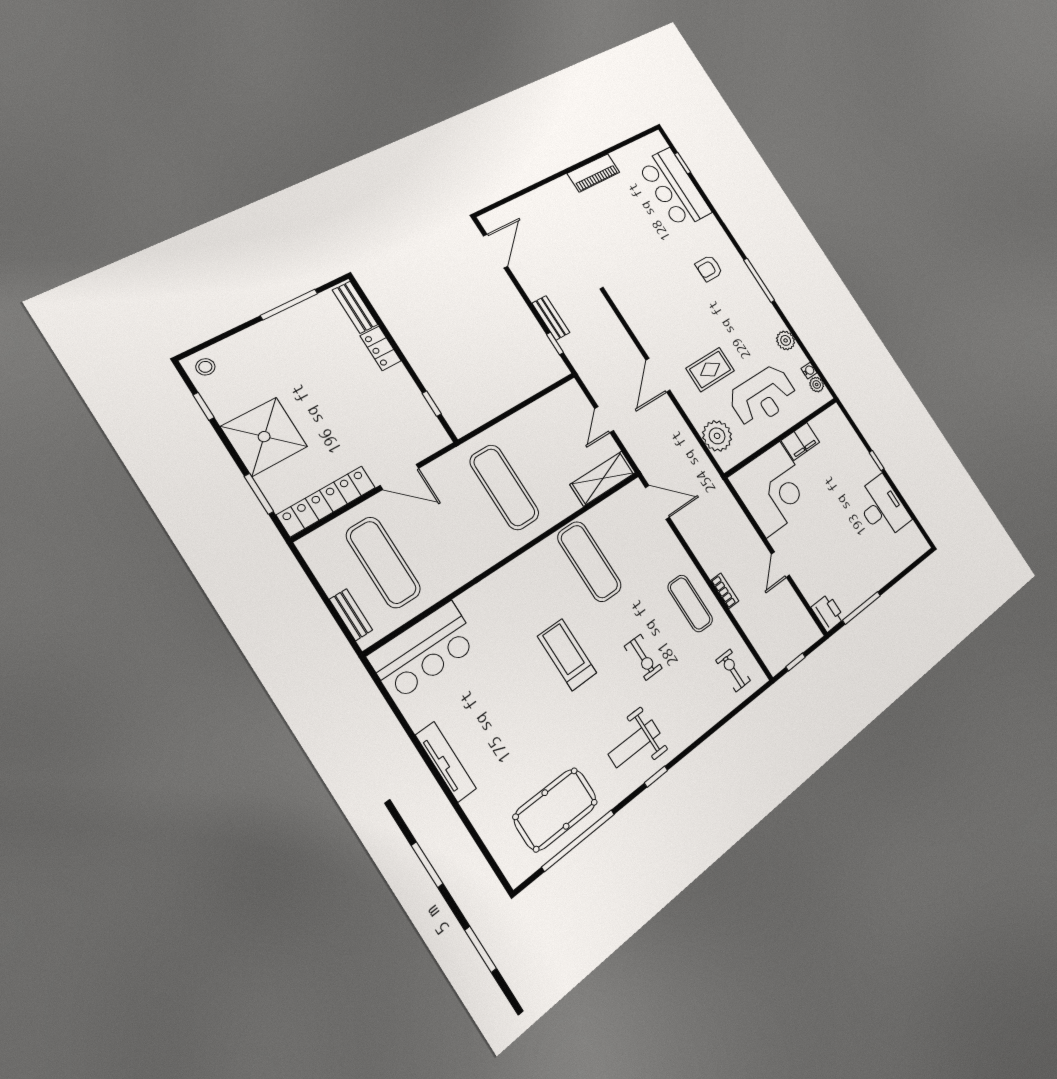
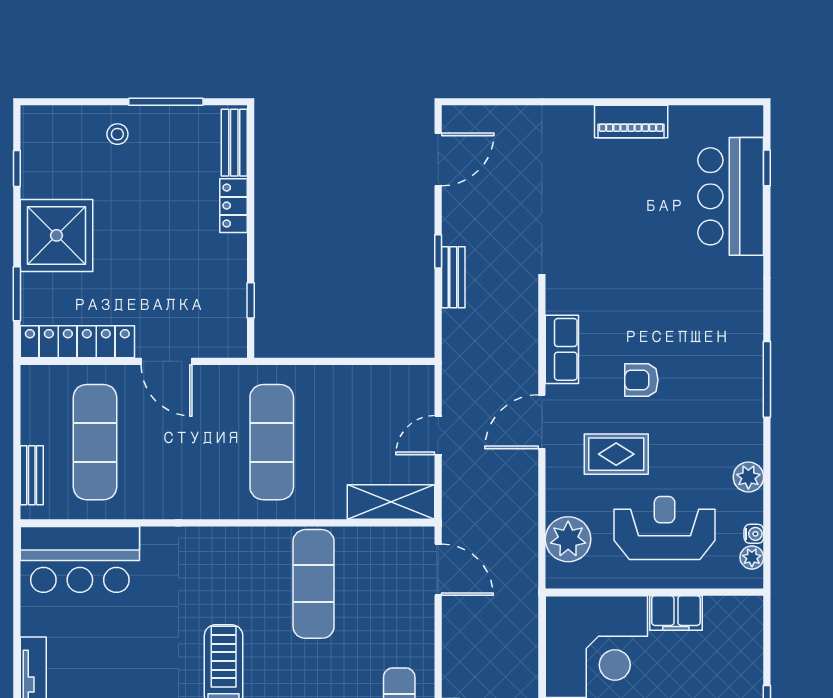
armchair: (709, 268) -> (641, 380), moved
row of seats: (641, 326) -> (562, 349), added
window: (555, 343) -> (438, 251), moved
stool: (205, 367) -> (117, 134), moved
reception desk: (763, 396) -> (665, 528), turned 180

